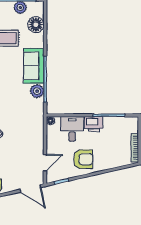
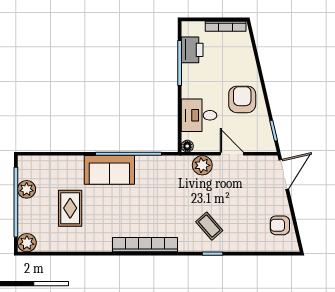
floor lamp: (36, 25) -> (51, 167), removed
plant: (37, 91) -> (202, 165), moved
printer: (94, 124) -> (192, 50), moved
door: (45, 163) -> (232, 154), moved

